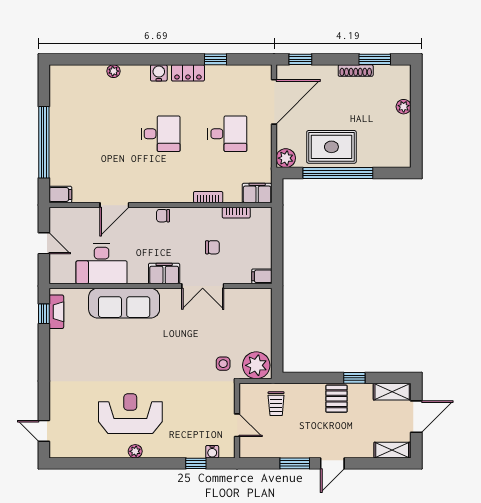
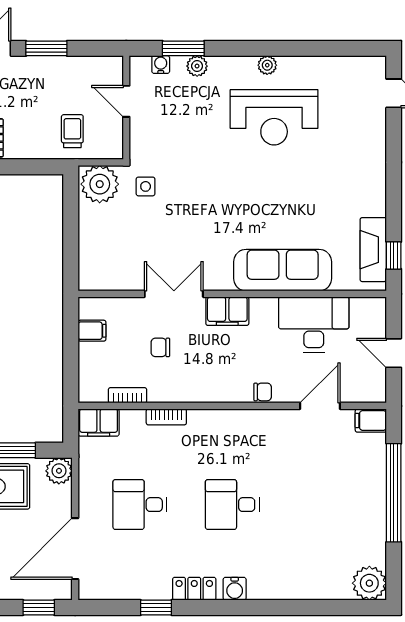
plant: (113, 71) -> (369, 583), moved, width x1.87, depth x1.87
door: (114, 205) -> (320, 406), moved
chair: (163, 216) -> (263, 392), moved
filing cabinet: (262, 276) -> (92, 331), moved
fireplace: (56, 312) -> (373, 250), width x1.37, depth x1.32
plant: (186, 451) -> (197, 66), added
window: (196, 463) -> (183, 48), width x1.50

